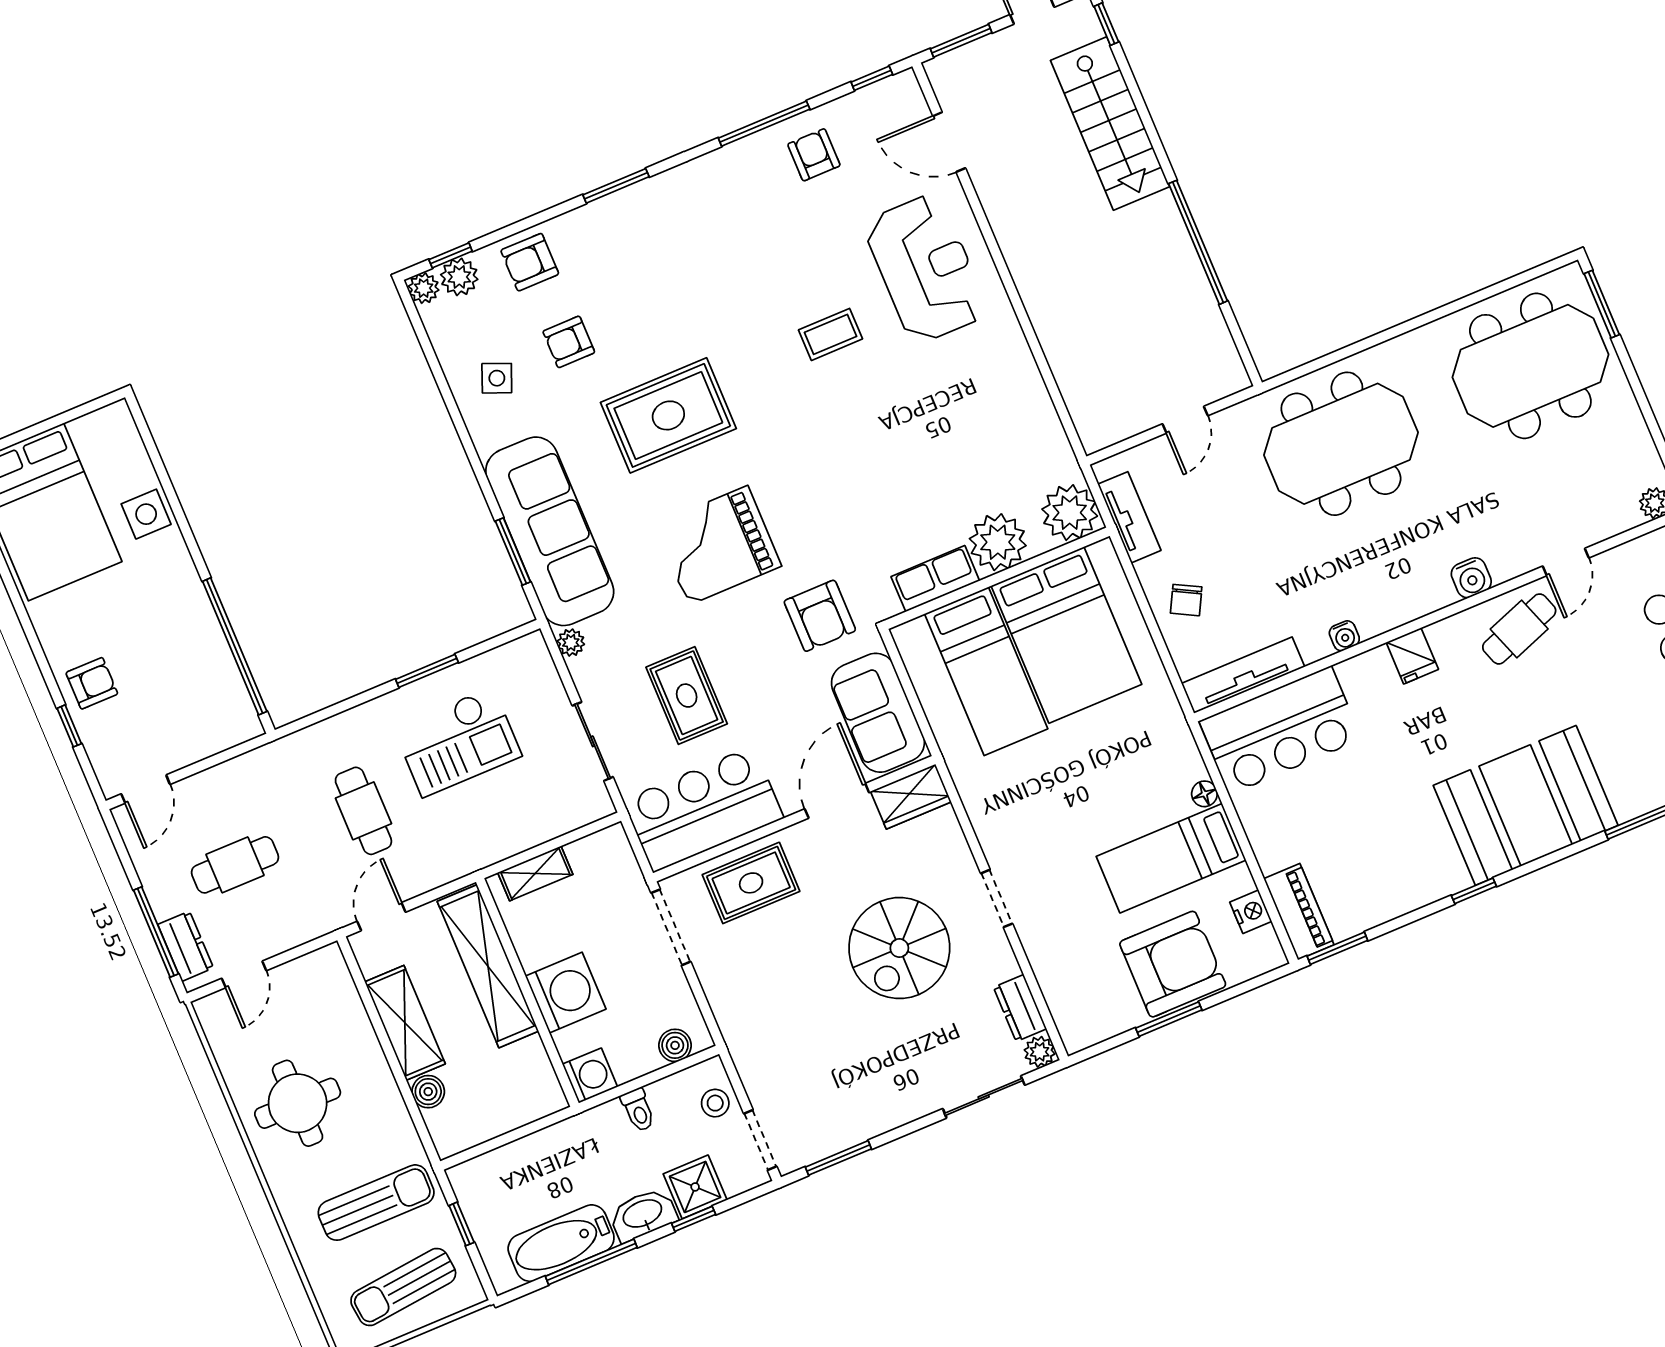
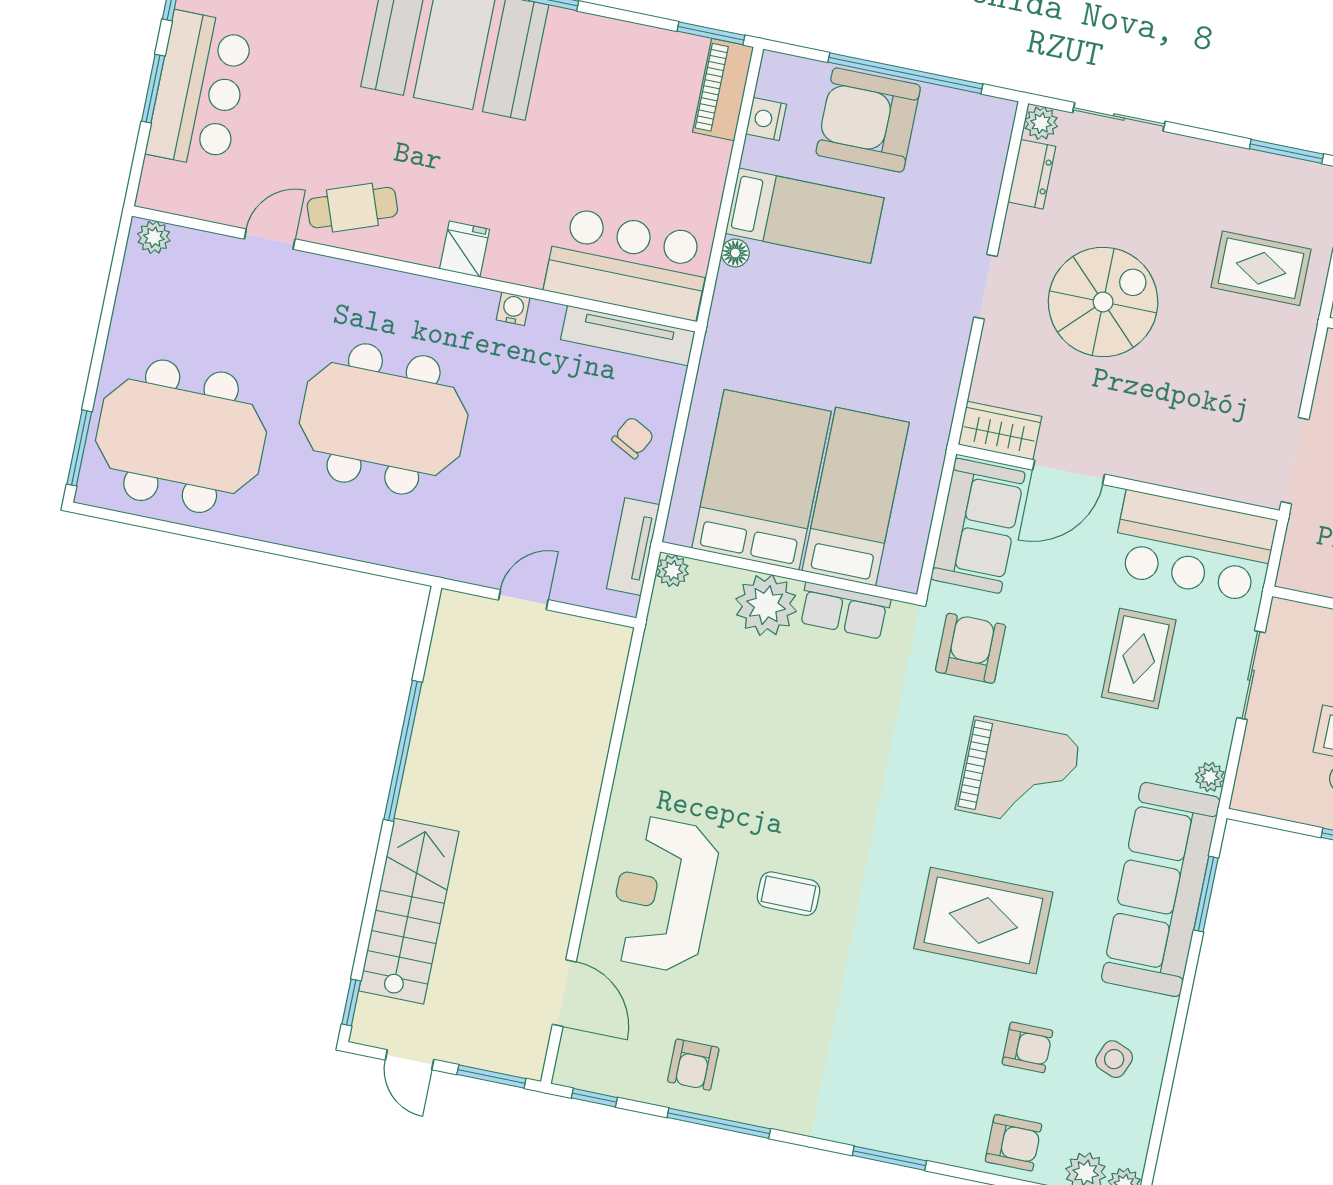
meeting table: (1341, 444) -> (384, 419), moved
plant: (1070, 513) -> (673, 571), width x0.53, depth x0.53
water cooler: (1471, 578) -> (364, 283), removed
rug: (751, 883) -> (1261, 268), moved
window: (1169, 1019) -> (905, 73), width x2.11

